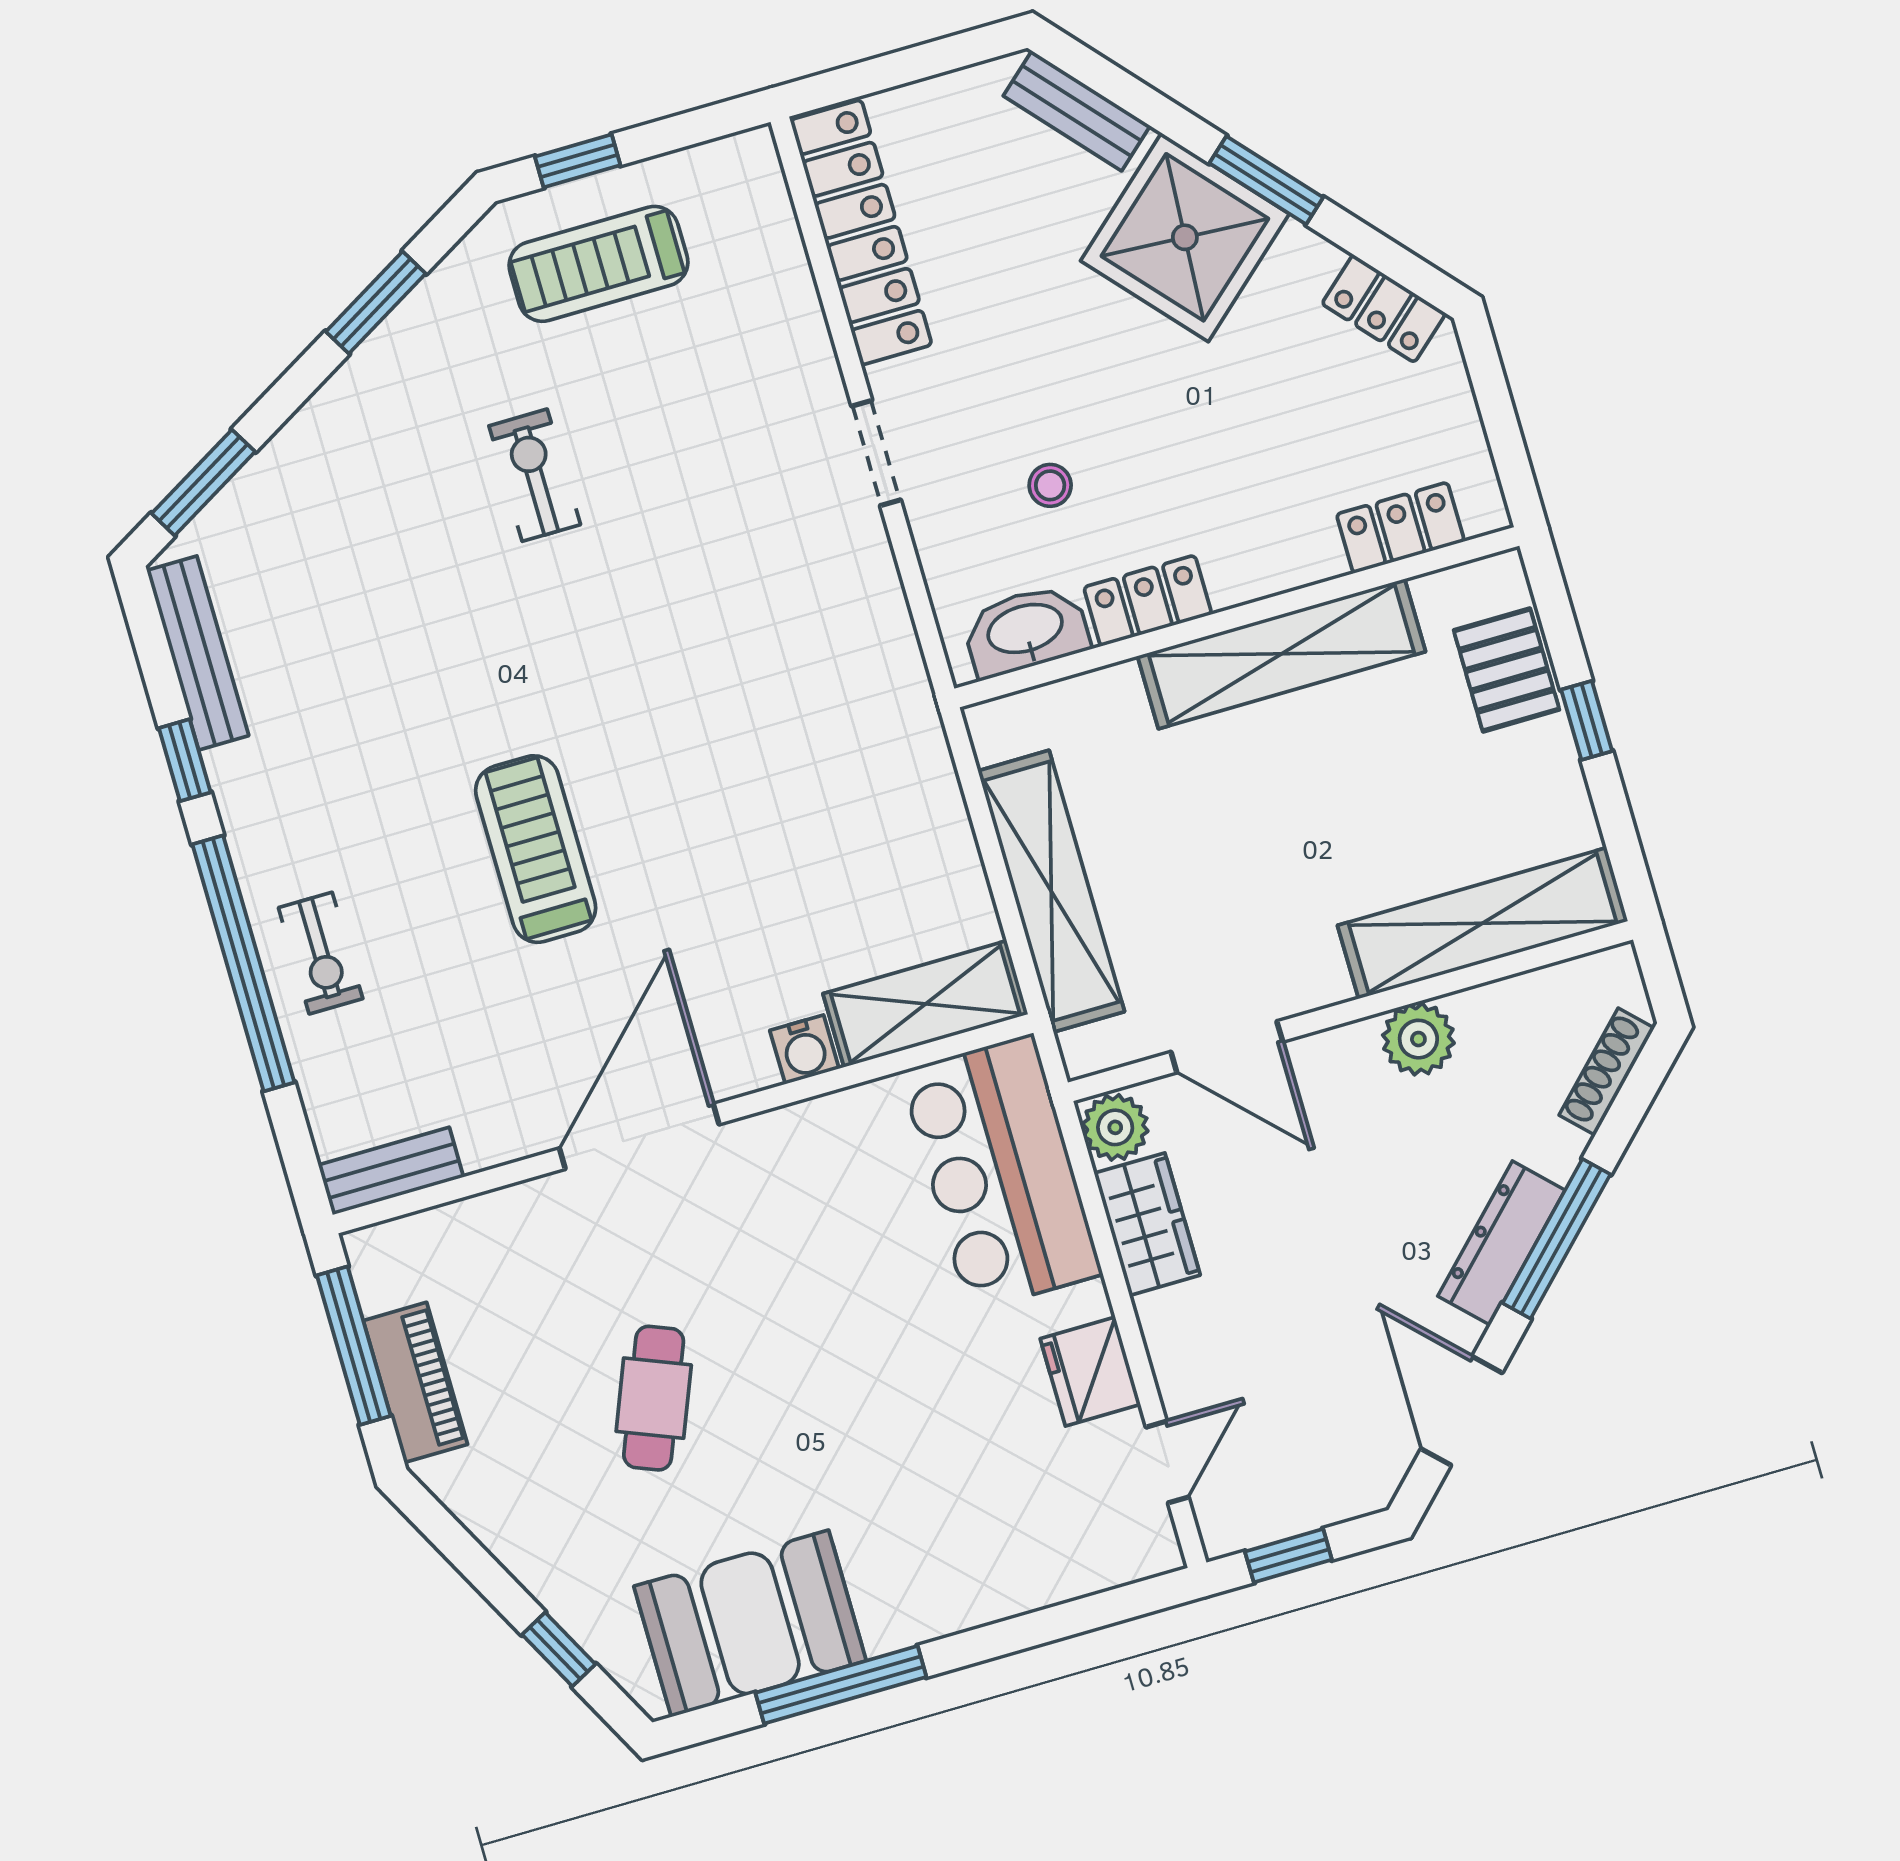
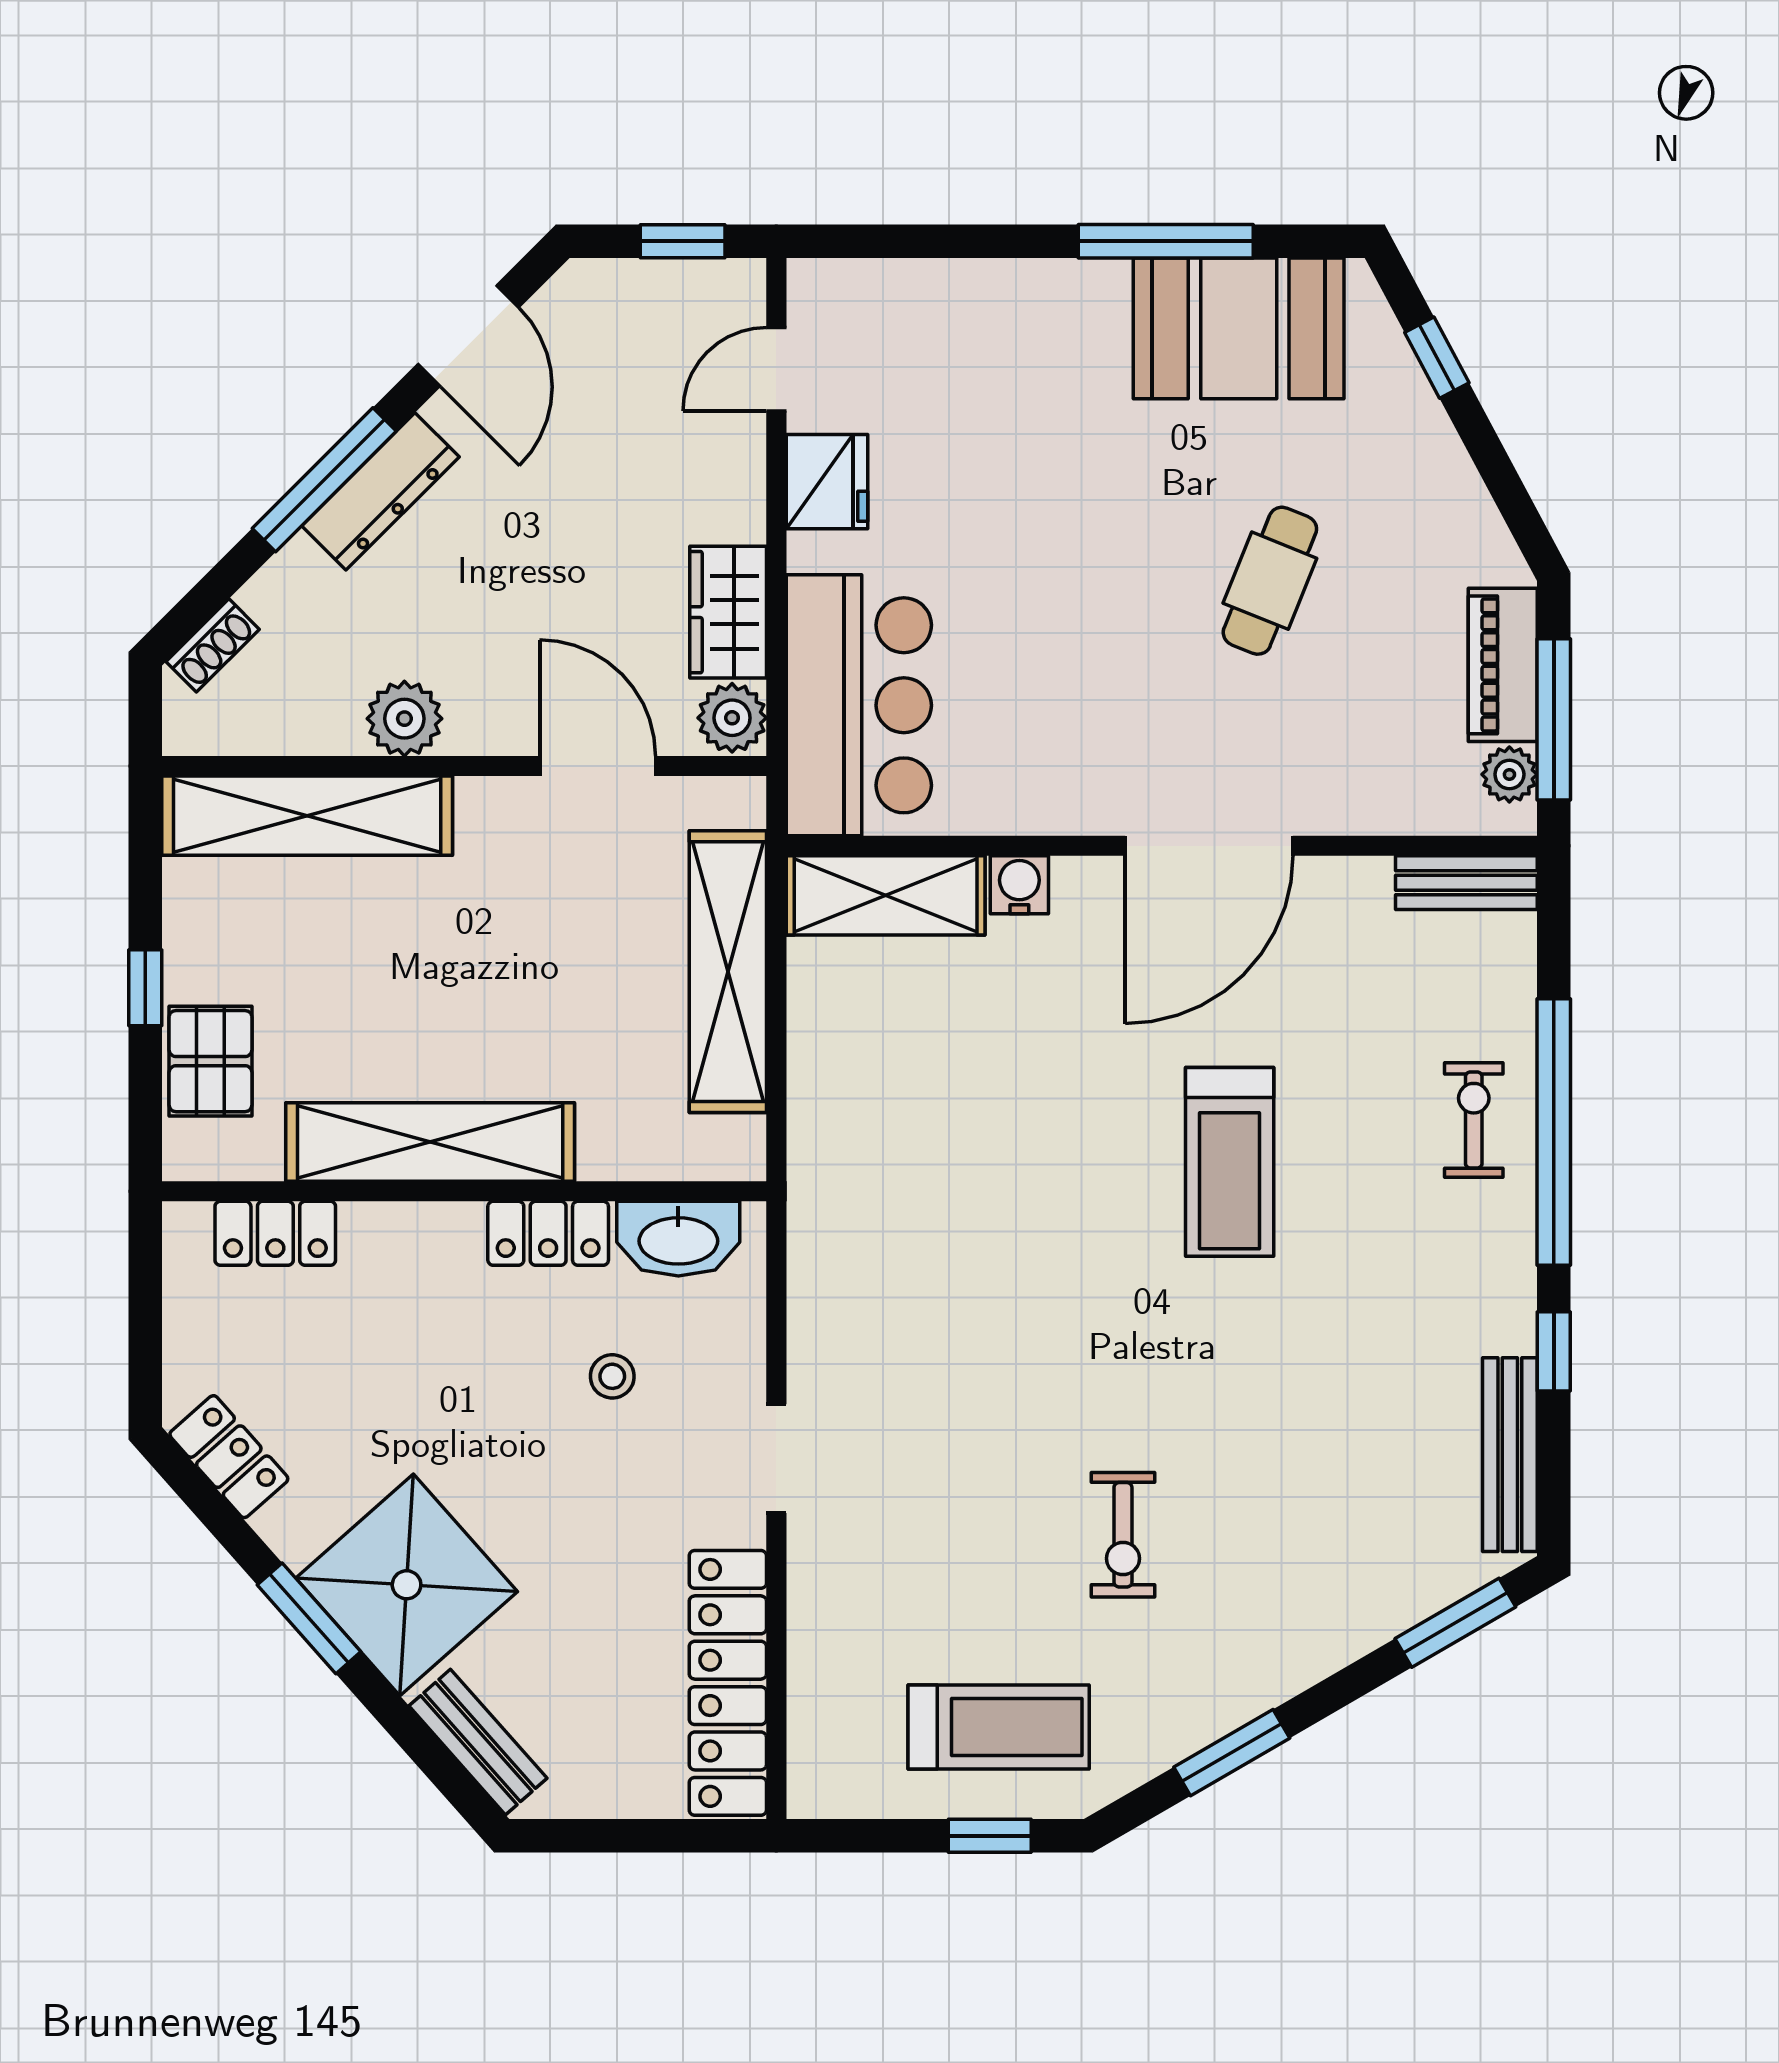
shoe rack: (1607, 1072) -> (213, 645), width x0.70
plant: (380, 1283) -> (1509, 774), added

